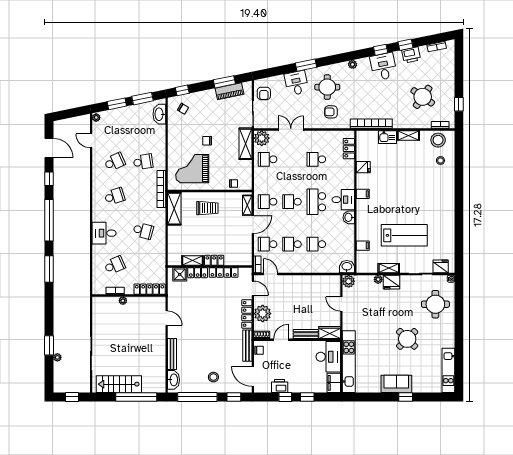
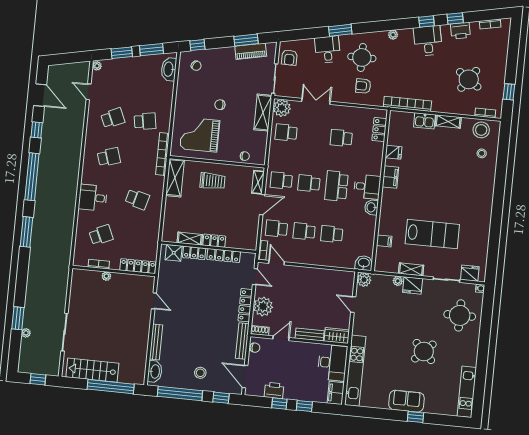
filing cabinet: (363, 194) -> (390, 177), width x2.00

